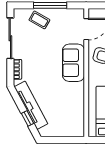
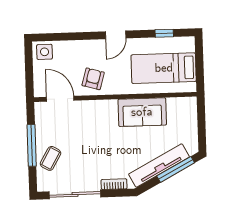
sofa: (74, 63) -> (142, 112), moved
window: (27, 118) -> (176, 169), width x2.17

